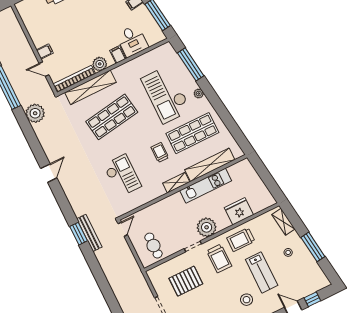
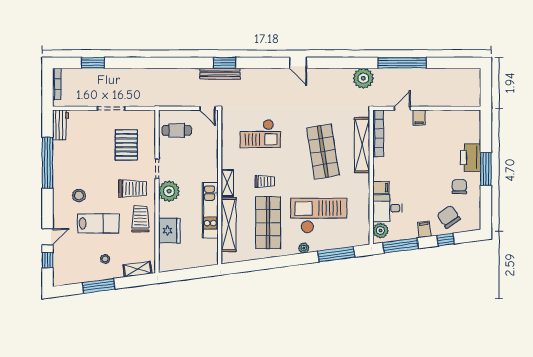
plant: (100, 64) -> (380, 230), moved
trolley: (219, 258) -> (132, 189), turned 180
lab bench: (262, 272) -> (98, 223), turned 180

